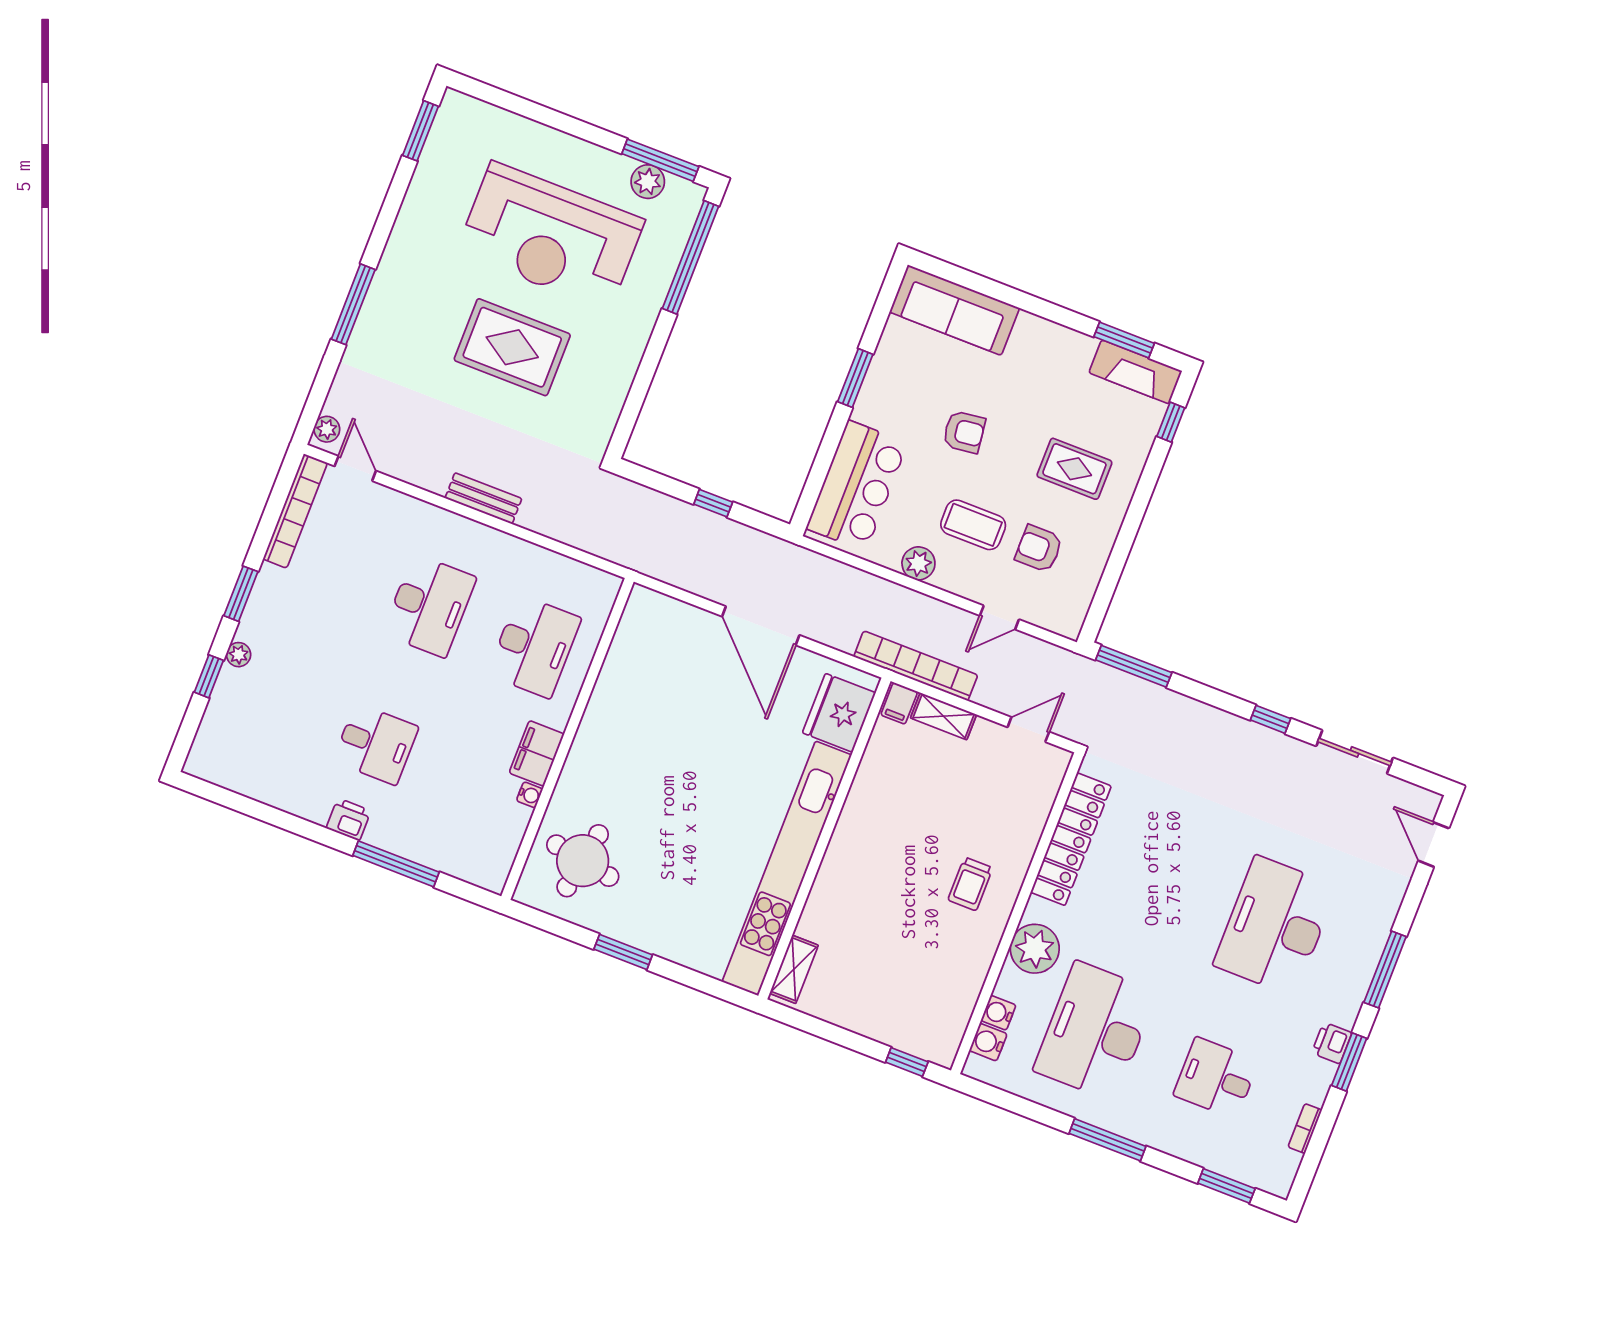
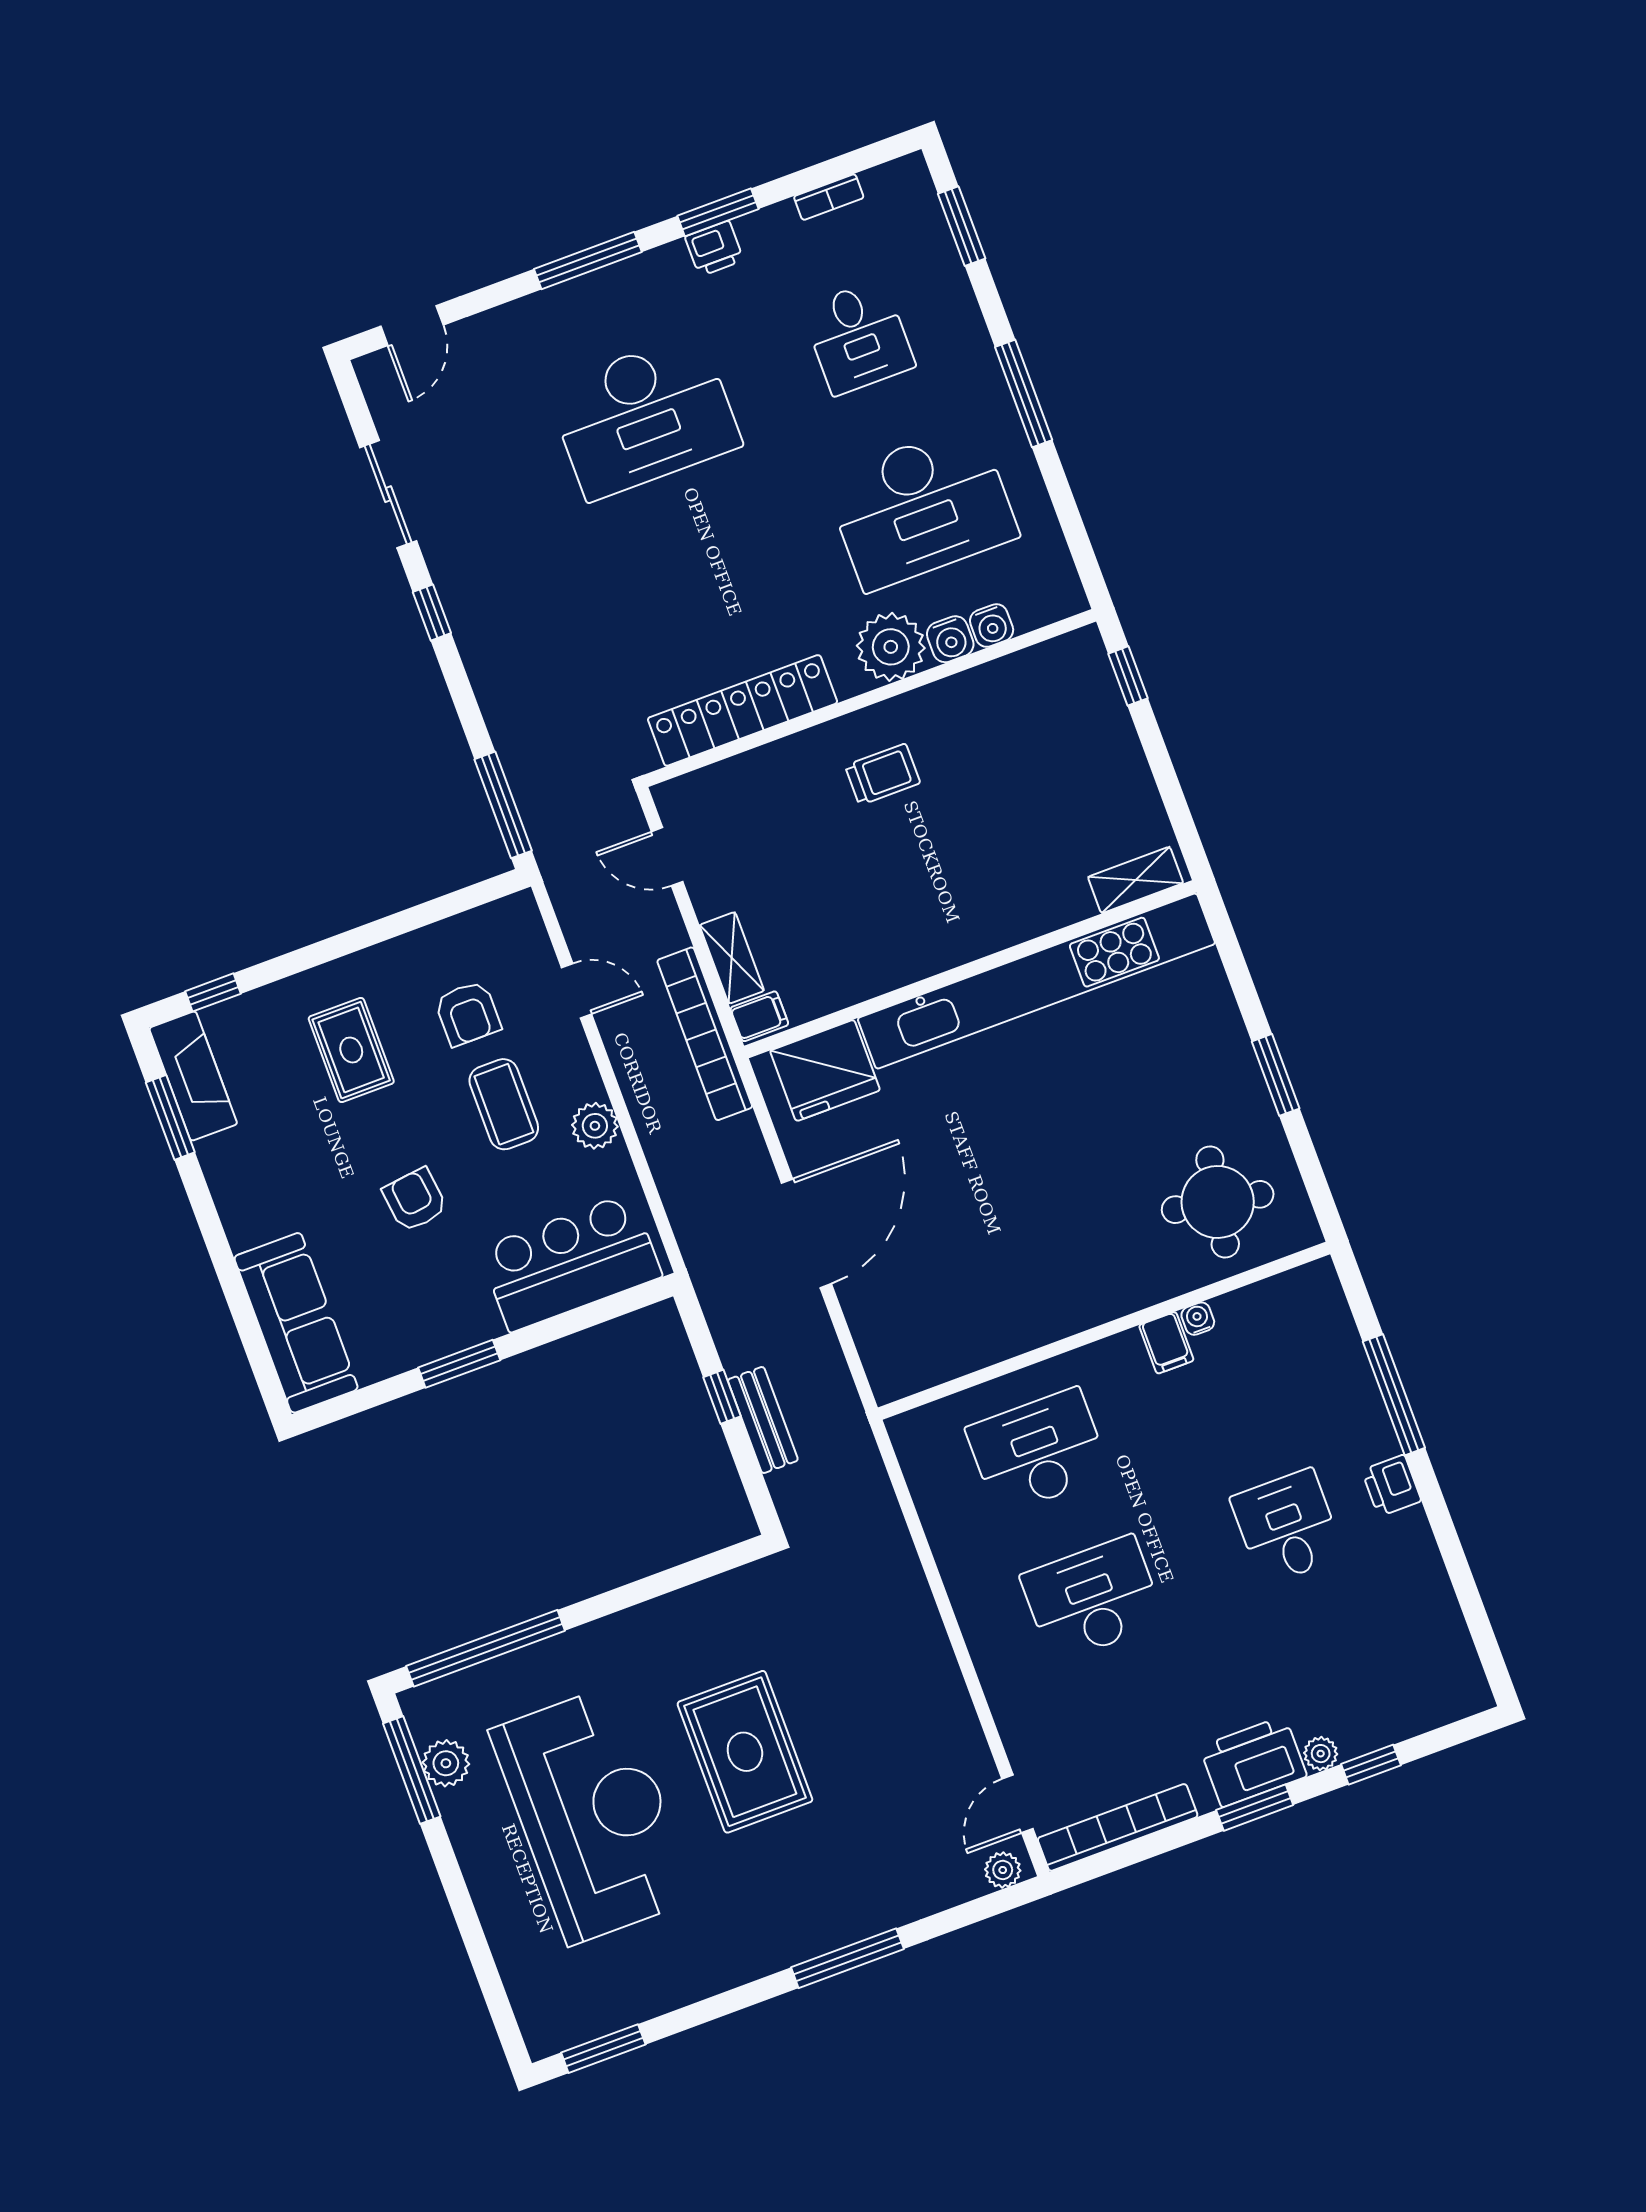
bench: (483, 498) -> (763, 1420), moved
printer: (266, 615) -> (1253, 1761), added
filing cabinet: (537, 753) -> (1166, 1343), width x0.50
water cooler: (988, 1042) -> (950, 639), moved

